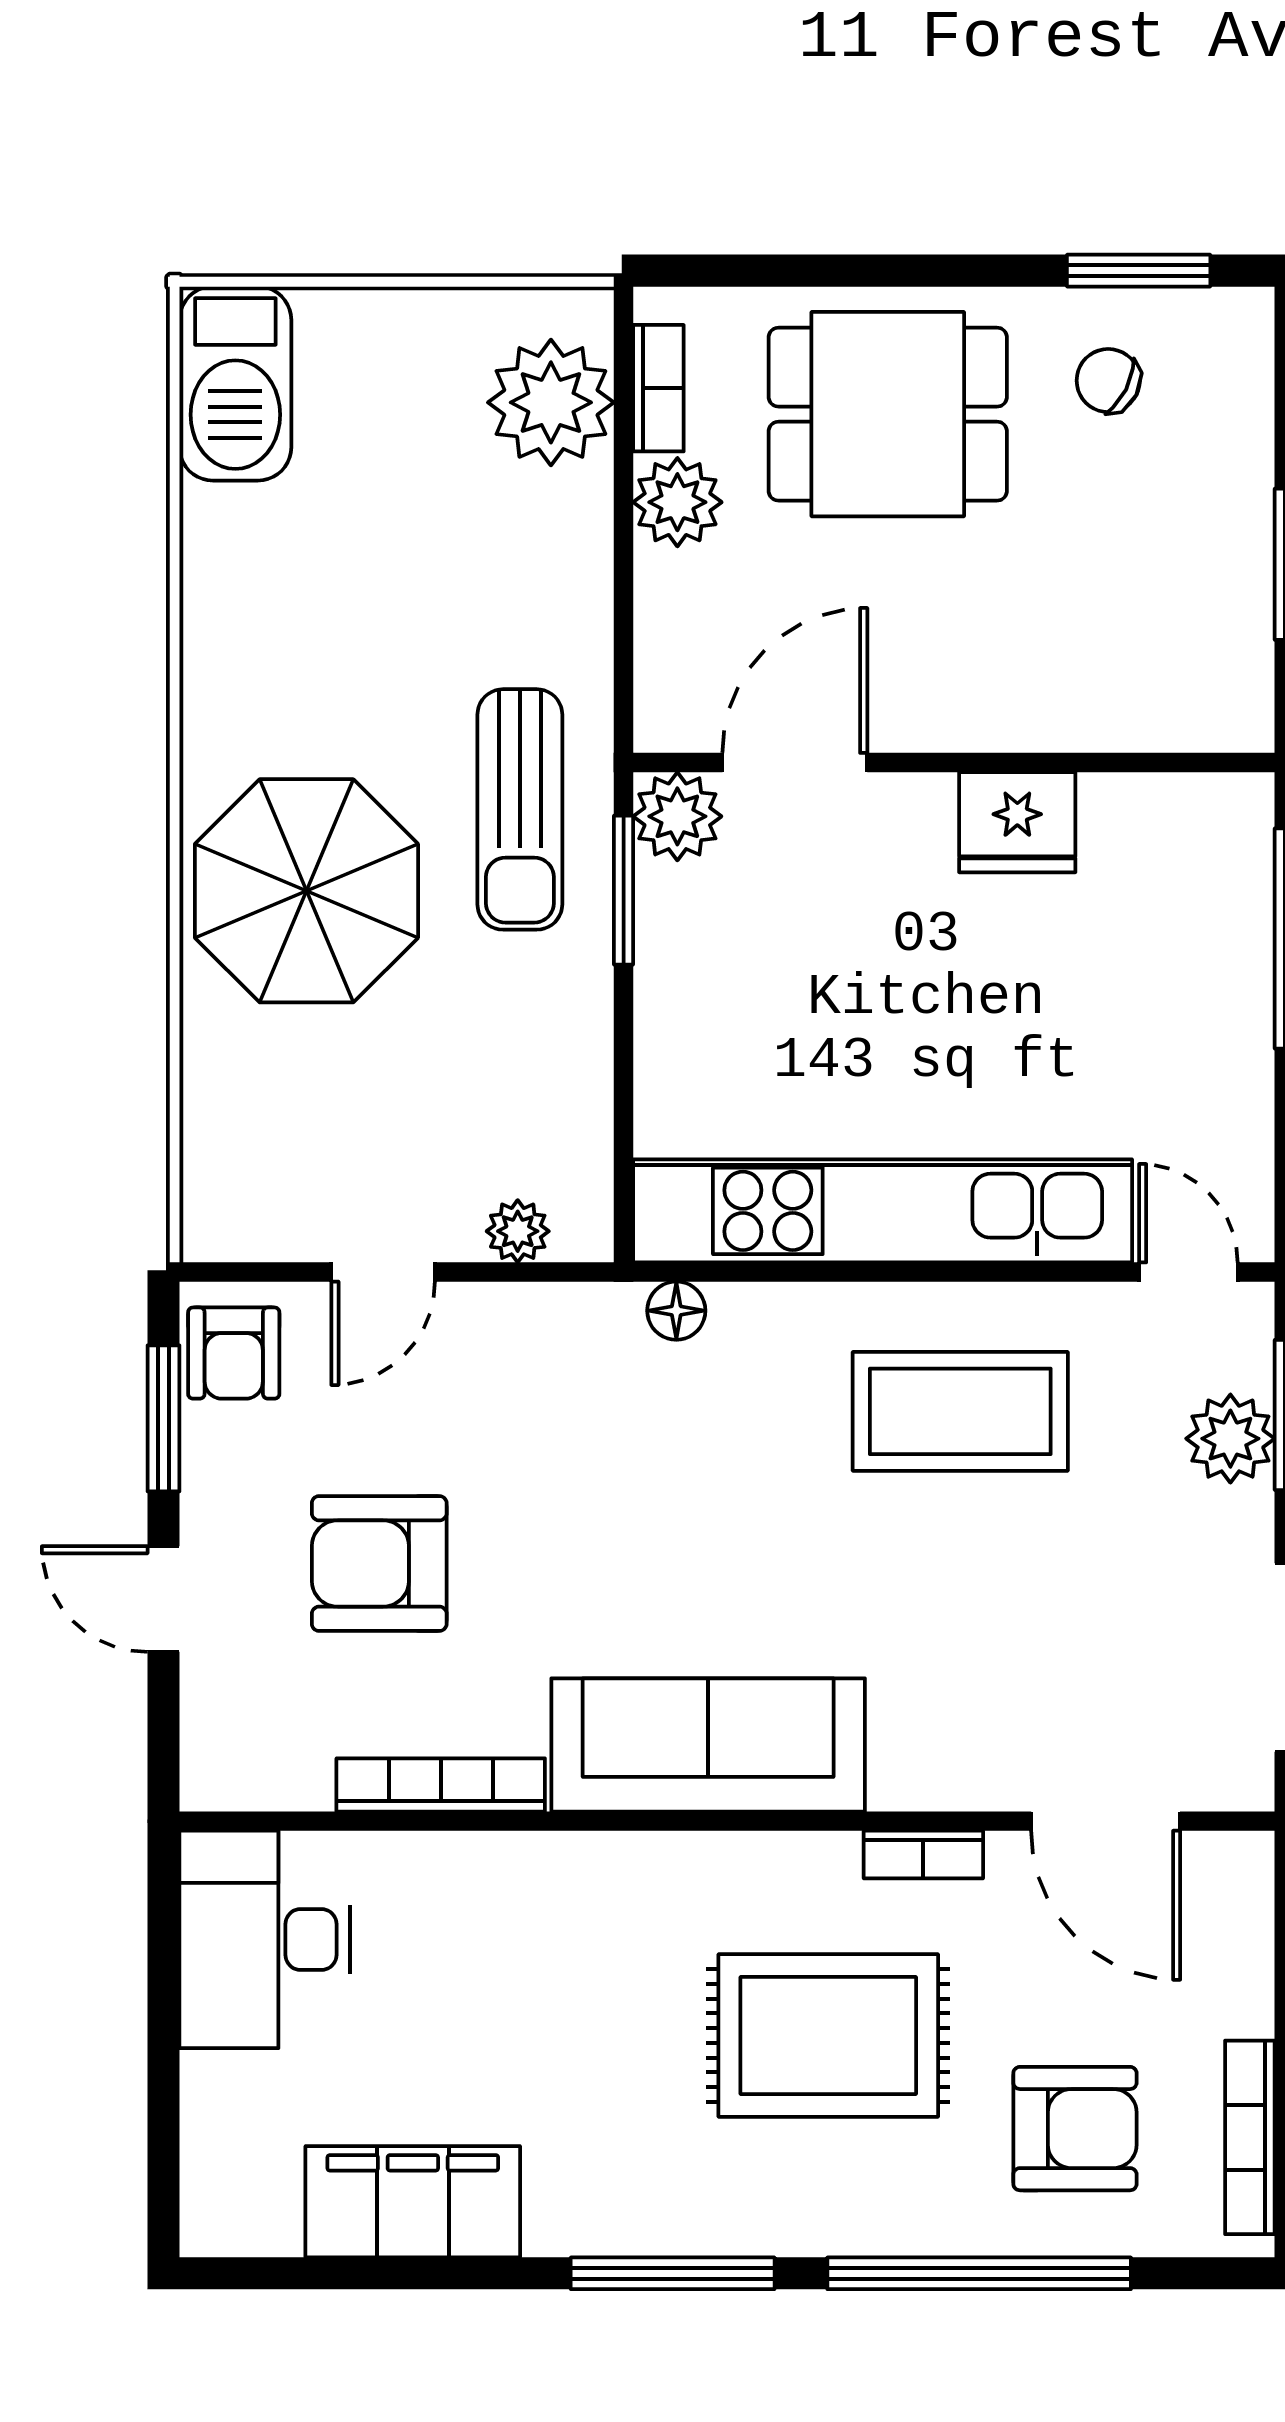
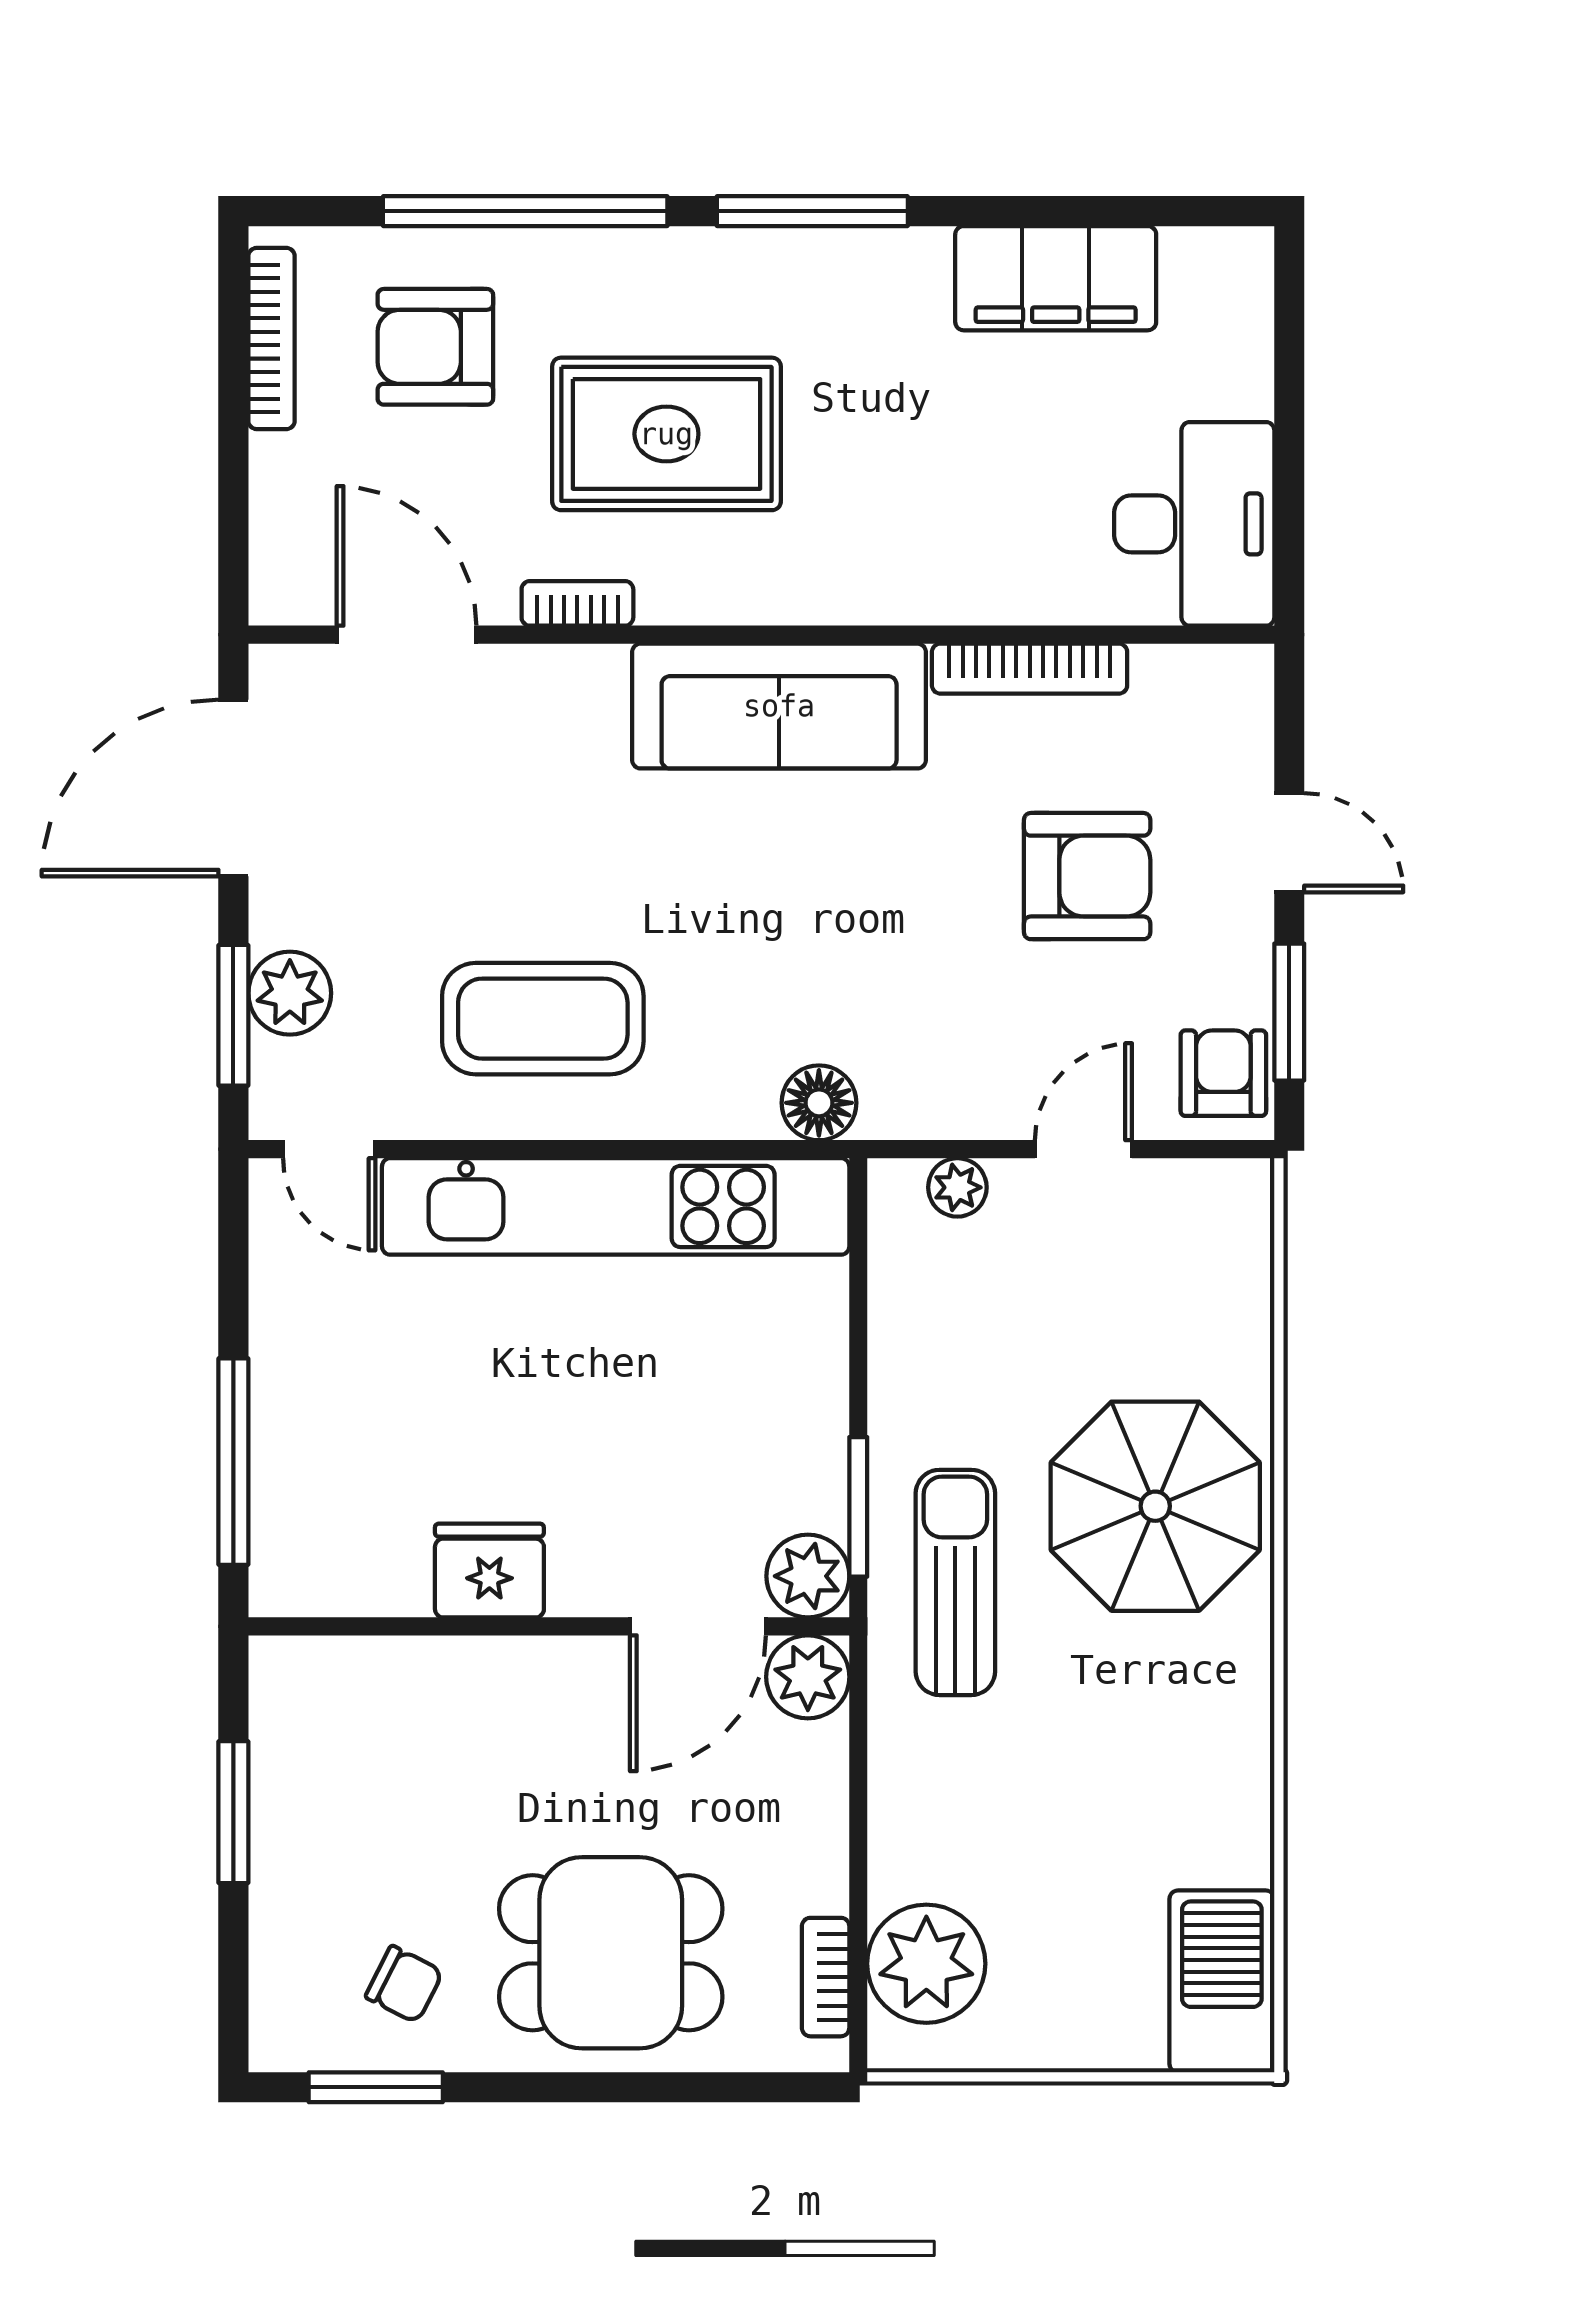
plant: (677, 502) -> (808, 1677), moved
floor lamp: (676, 1311) -> (819, 1103), width x1.37, depth x1.37

